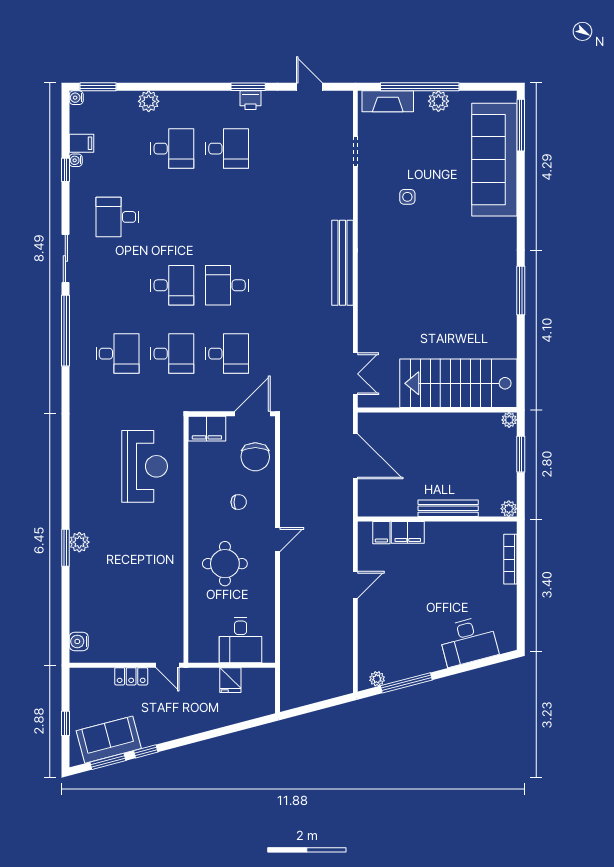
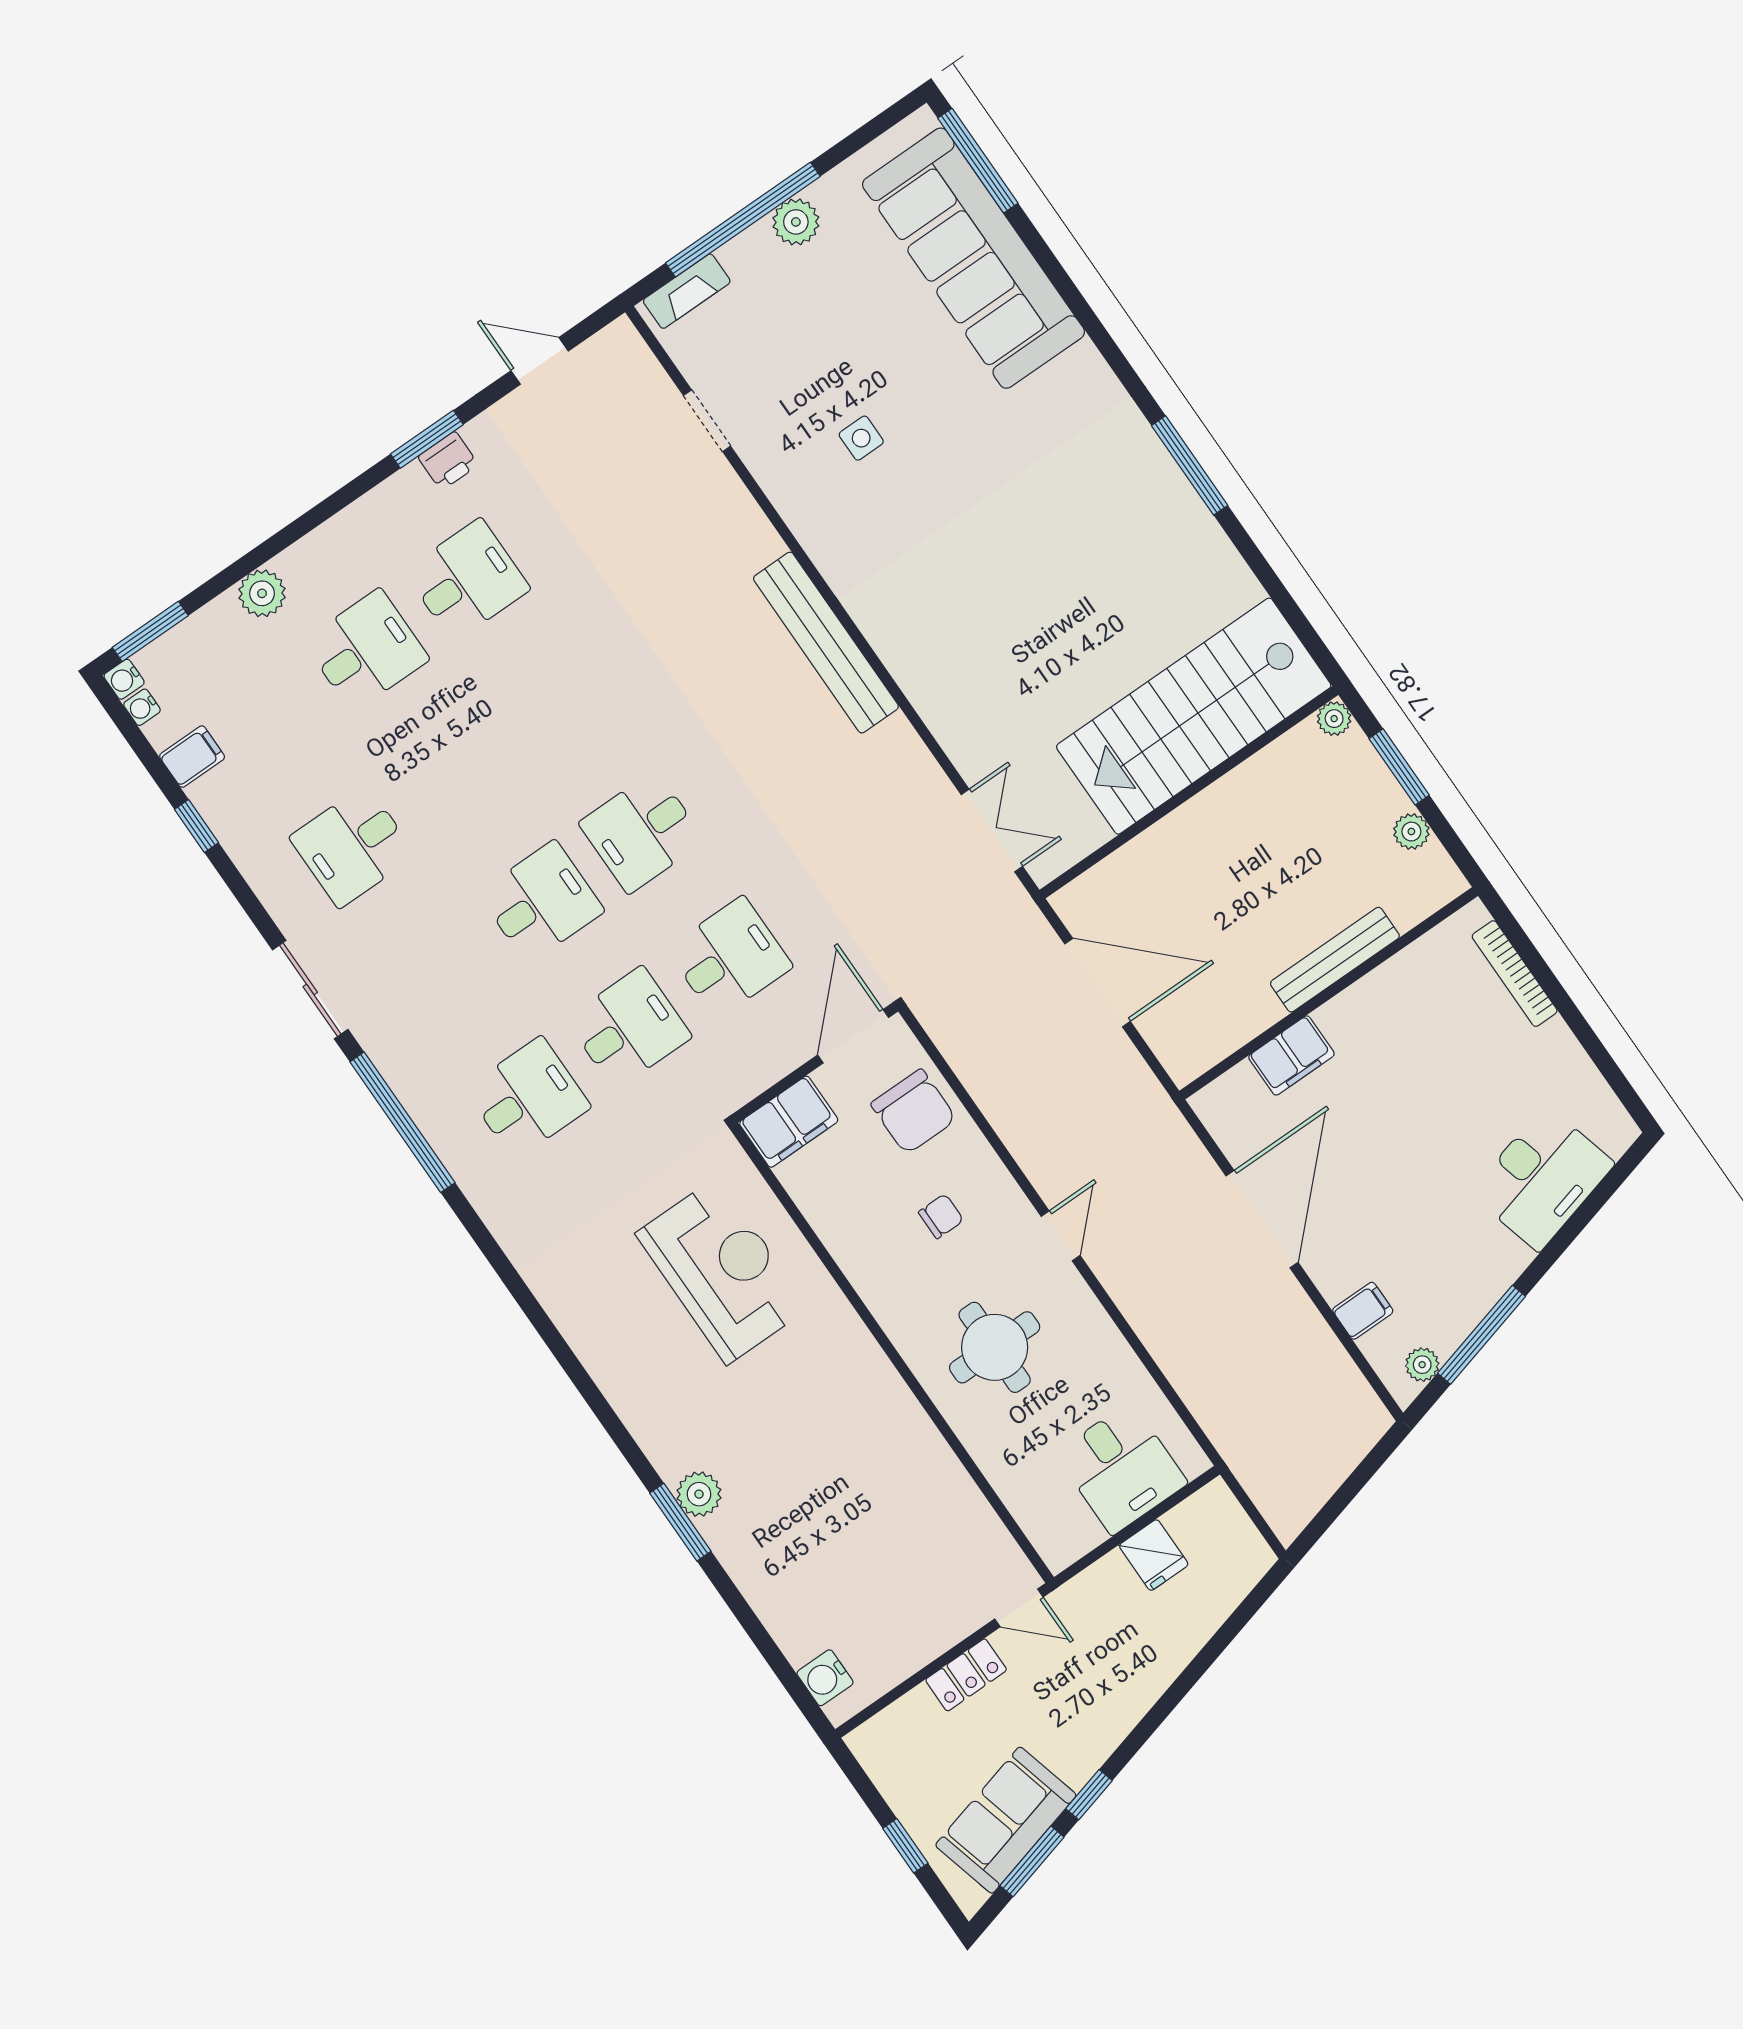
fireplace: (388, 101) -> (687, 291), width x0.73, depth x0.76
water cooler: (76, 160) -> (142, 707), moved
plant: (509, 509) -> (1411, 832), moved
filing cabinet: (381, 533) -> (1363, 1311), moved, turned -90
door: (355, 585) -> (1262, 1219), width x1.88

